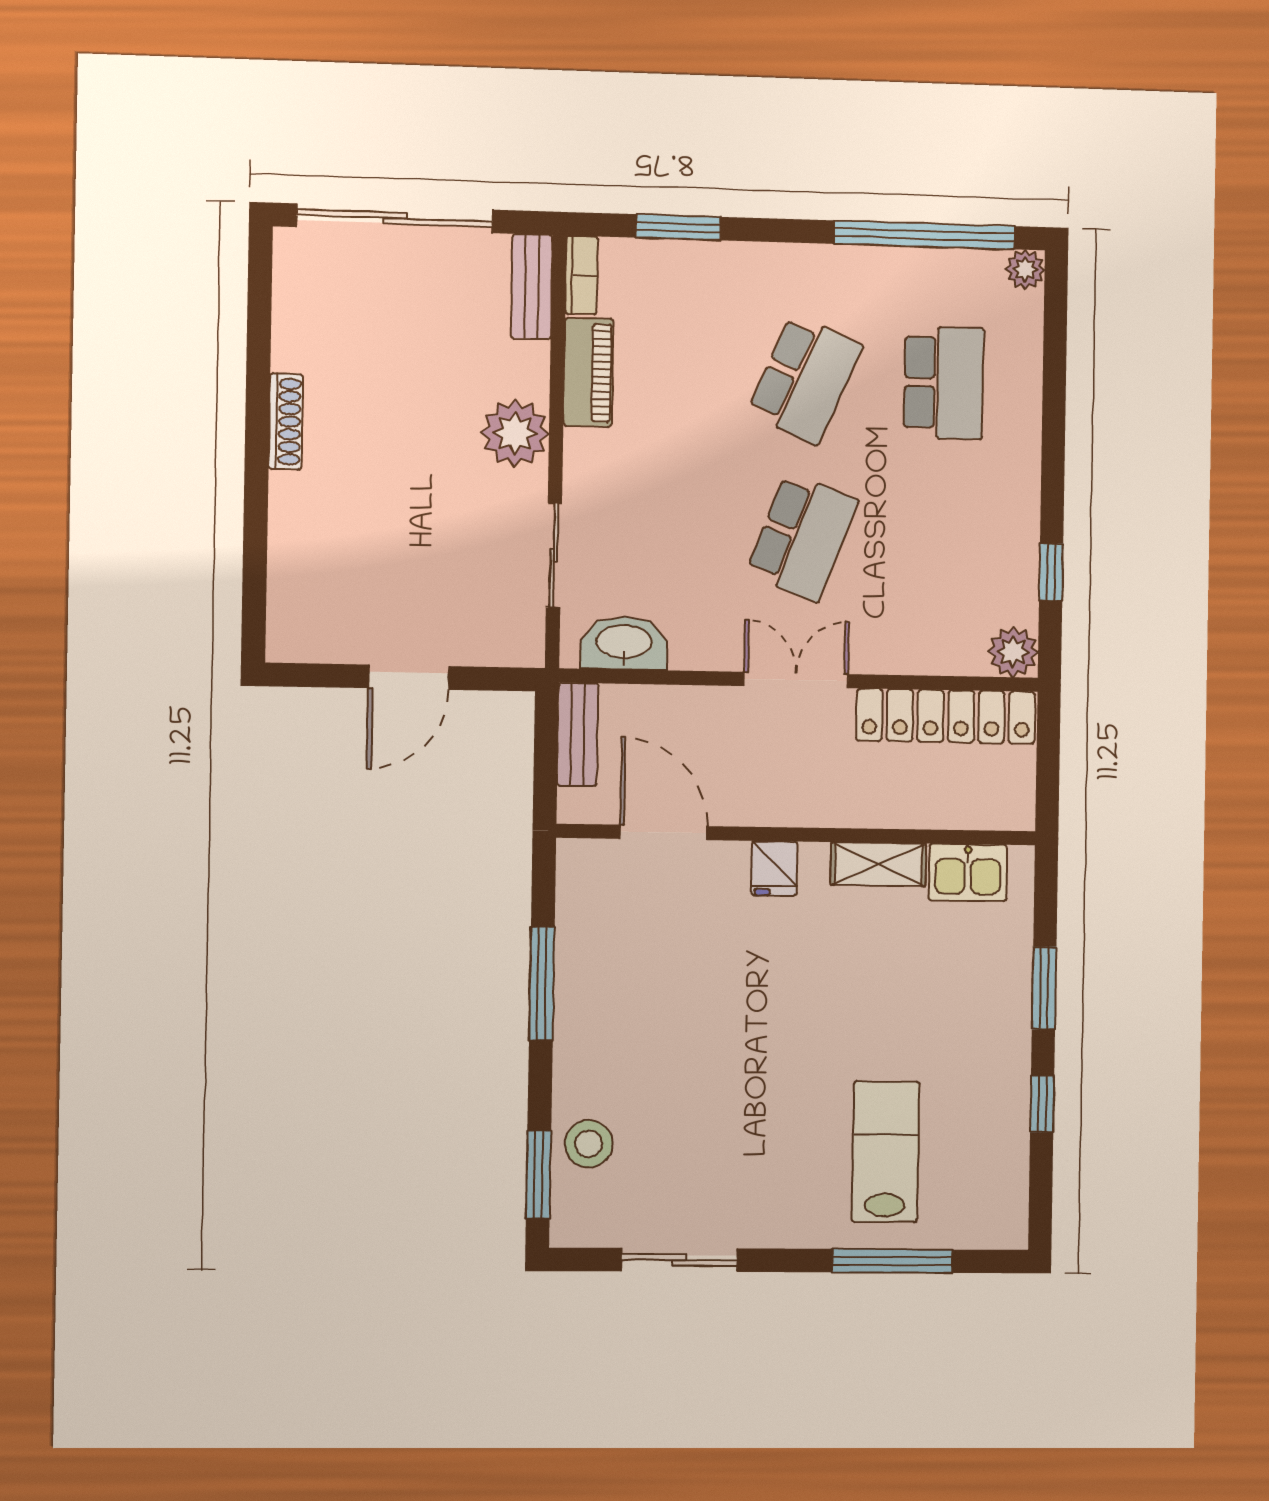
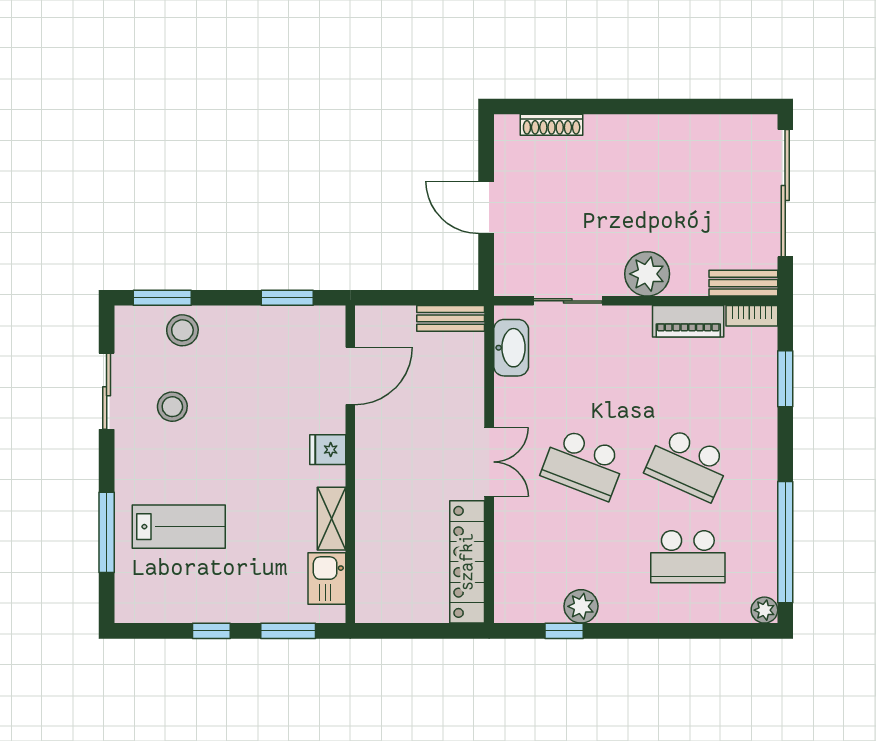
shoe rack: (286, 422) -> (552, 125), moved
plant: (1013, 652) -> (581, 606), moved
door: (664, 832) -> (350, 376), moved
wall: (797, 835) -> (350, 464), moved
shelving: (878, 864) -> (332, 519), moved
fridge: (774, 868) -> (328, 450), moved
kitchen sink: (968, 872) -> (327, 578), moved
window: (542, 983) -> (287, 298), width x0.69
stool: (704, 1160) -> (172, 407), added

